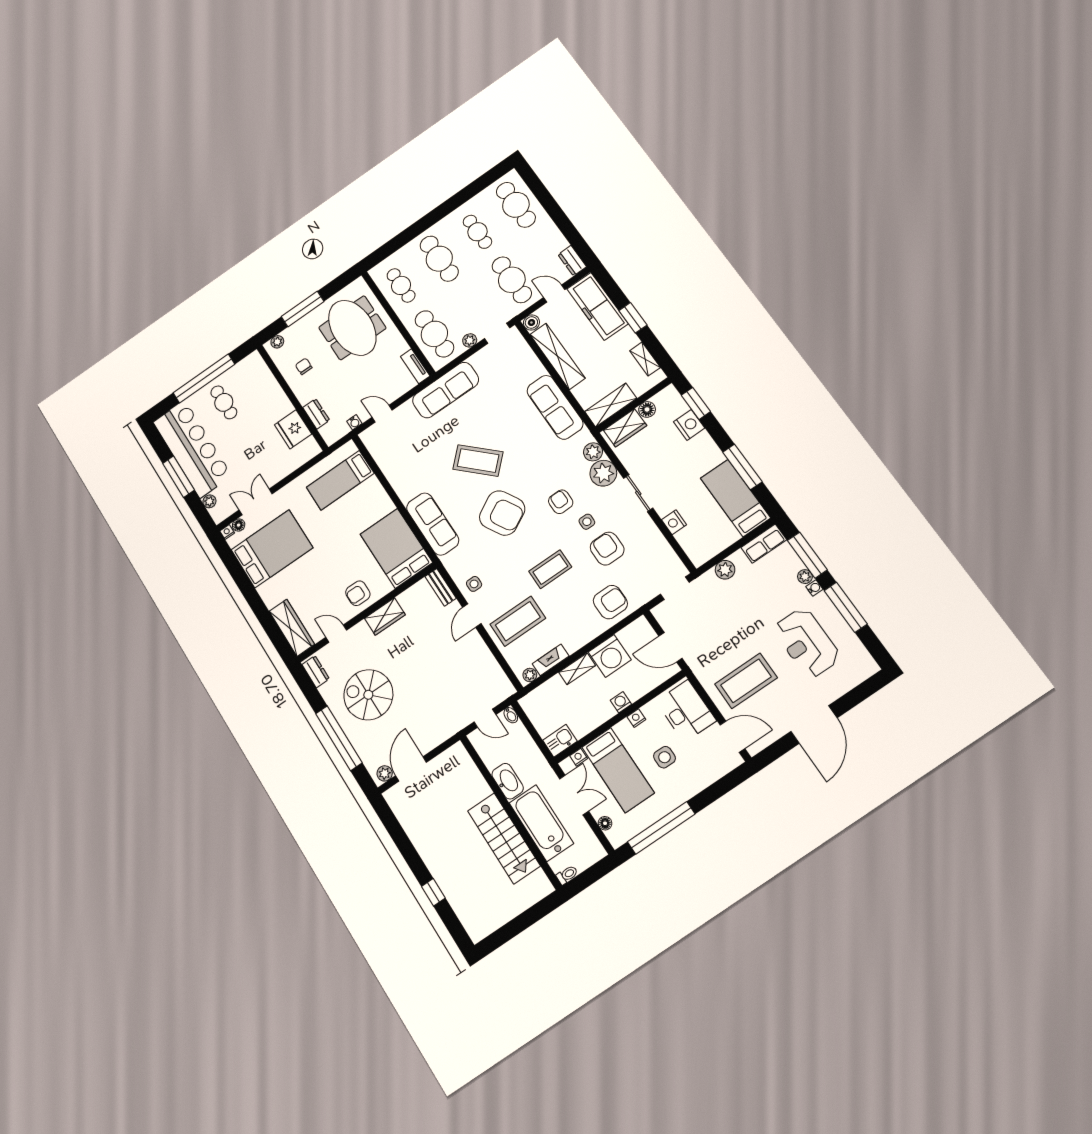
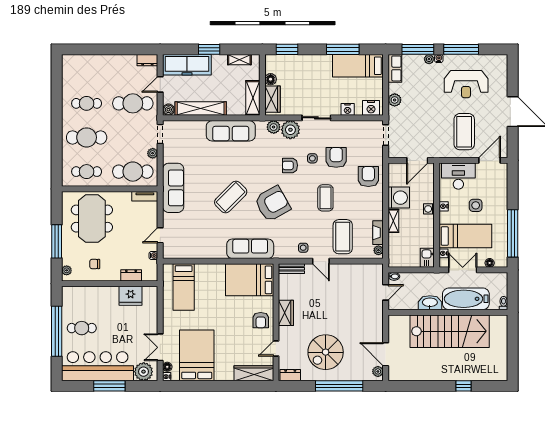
cafe table: (516, 205) -> (87, 69), removed
meeting table: (352, 328) -> (92, 219), turned 90
nightstand: (689, 425) -> (371, 108), moved, turned 180
plant: (209, 501) -> (144, 372), width x1.87, depth x1.87
armchair: (607, 549) -> (336, 157), turned 90
stairs: (504, 838) -> (450, 331), width x1.36, depth x1.51

